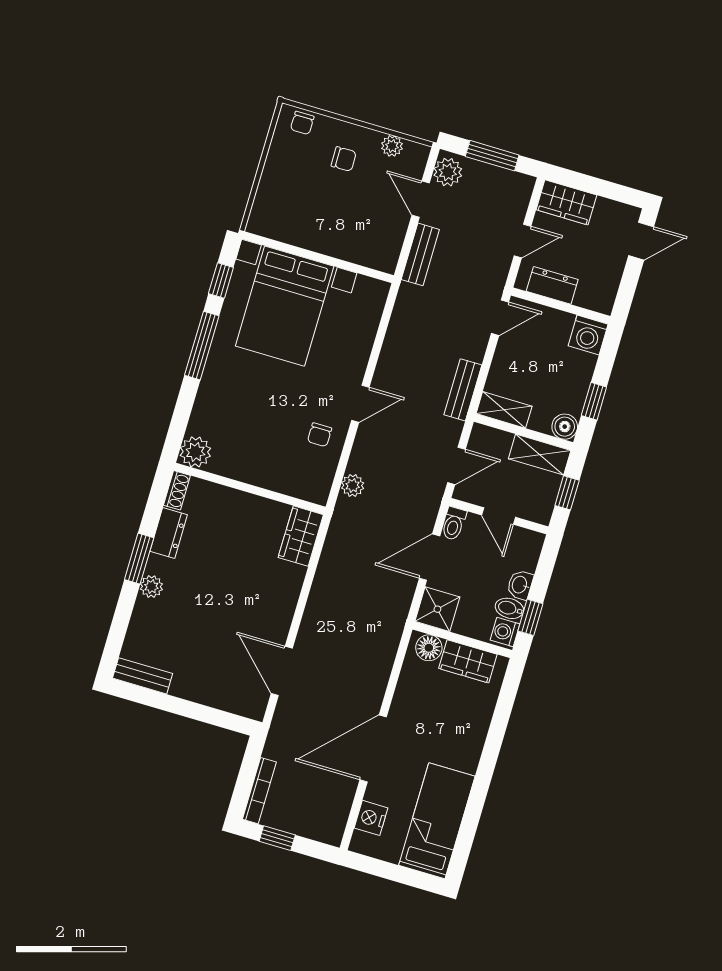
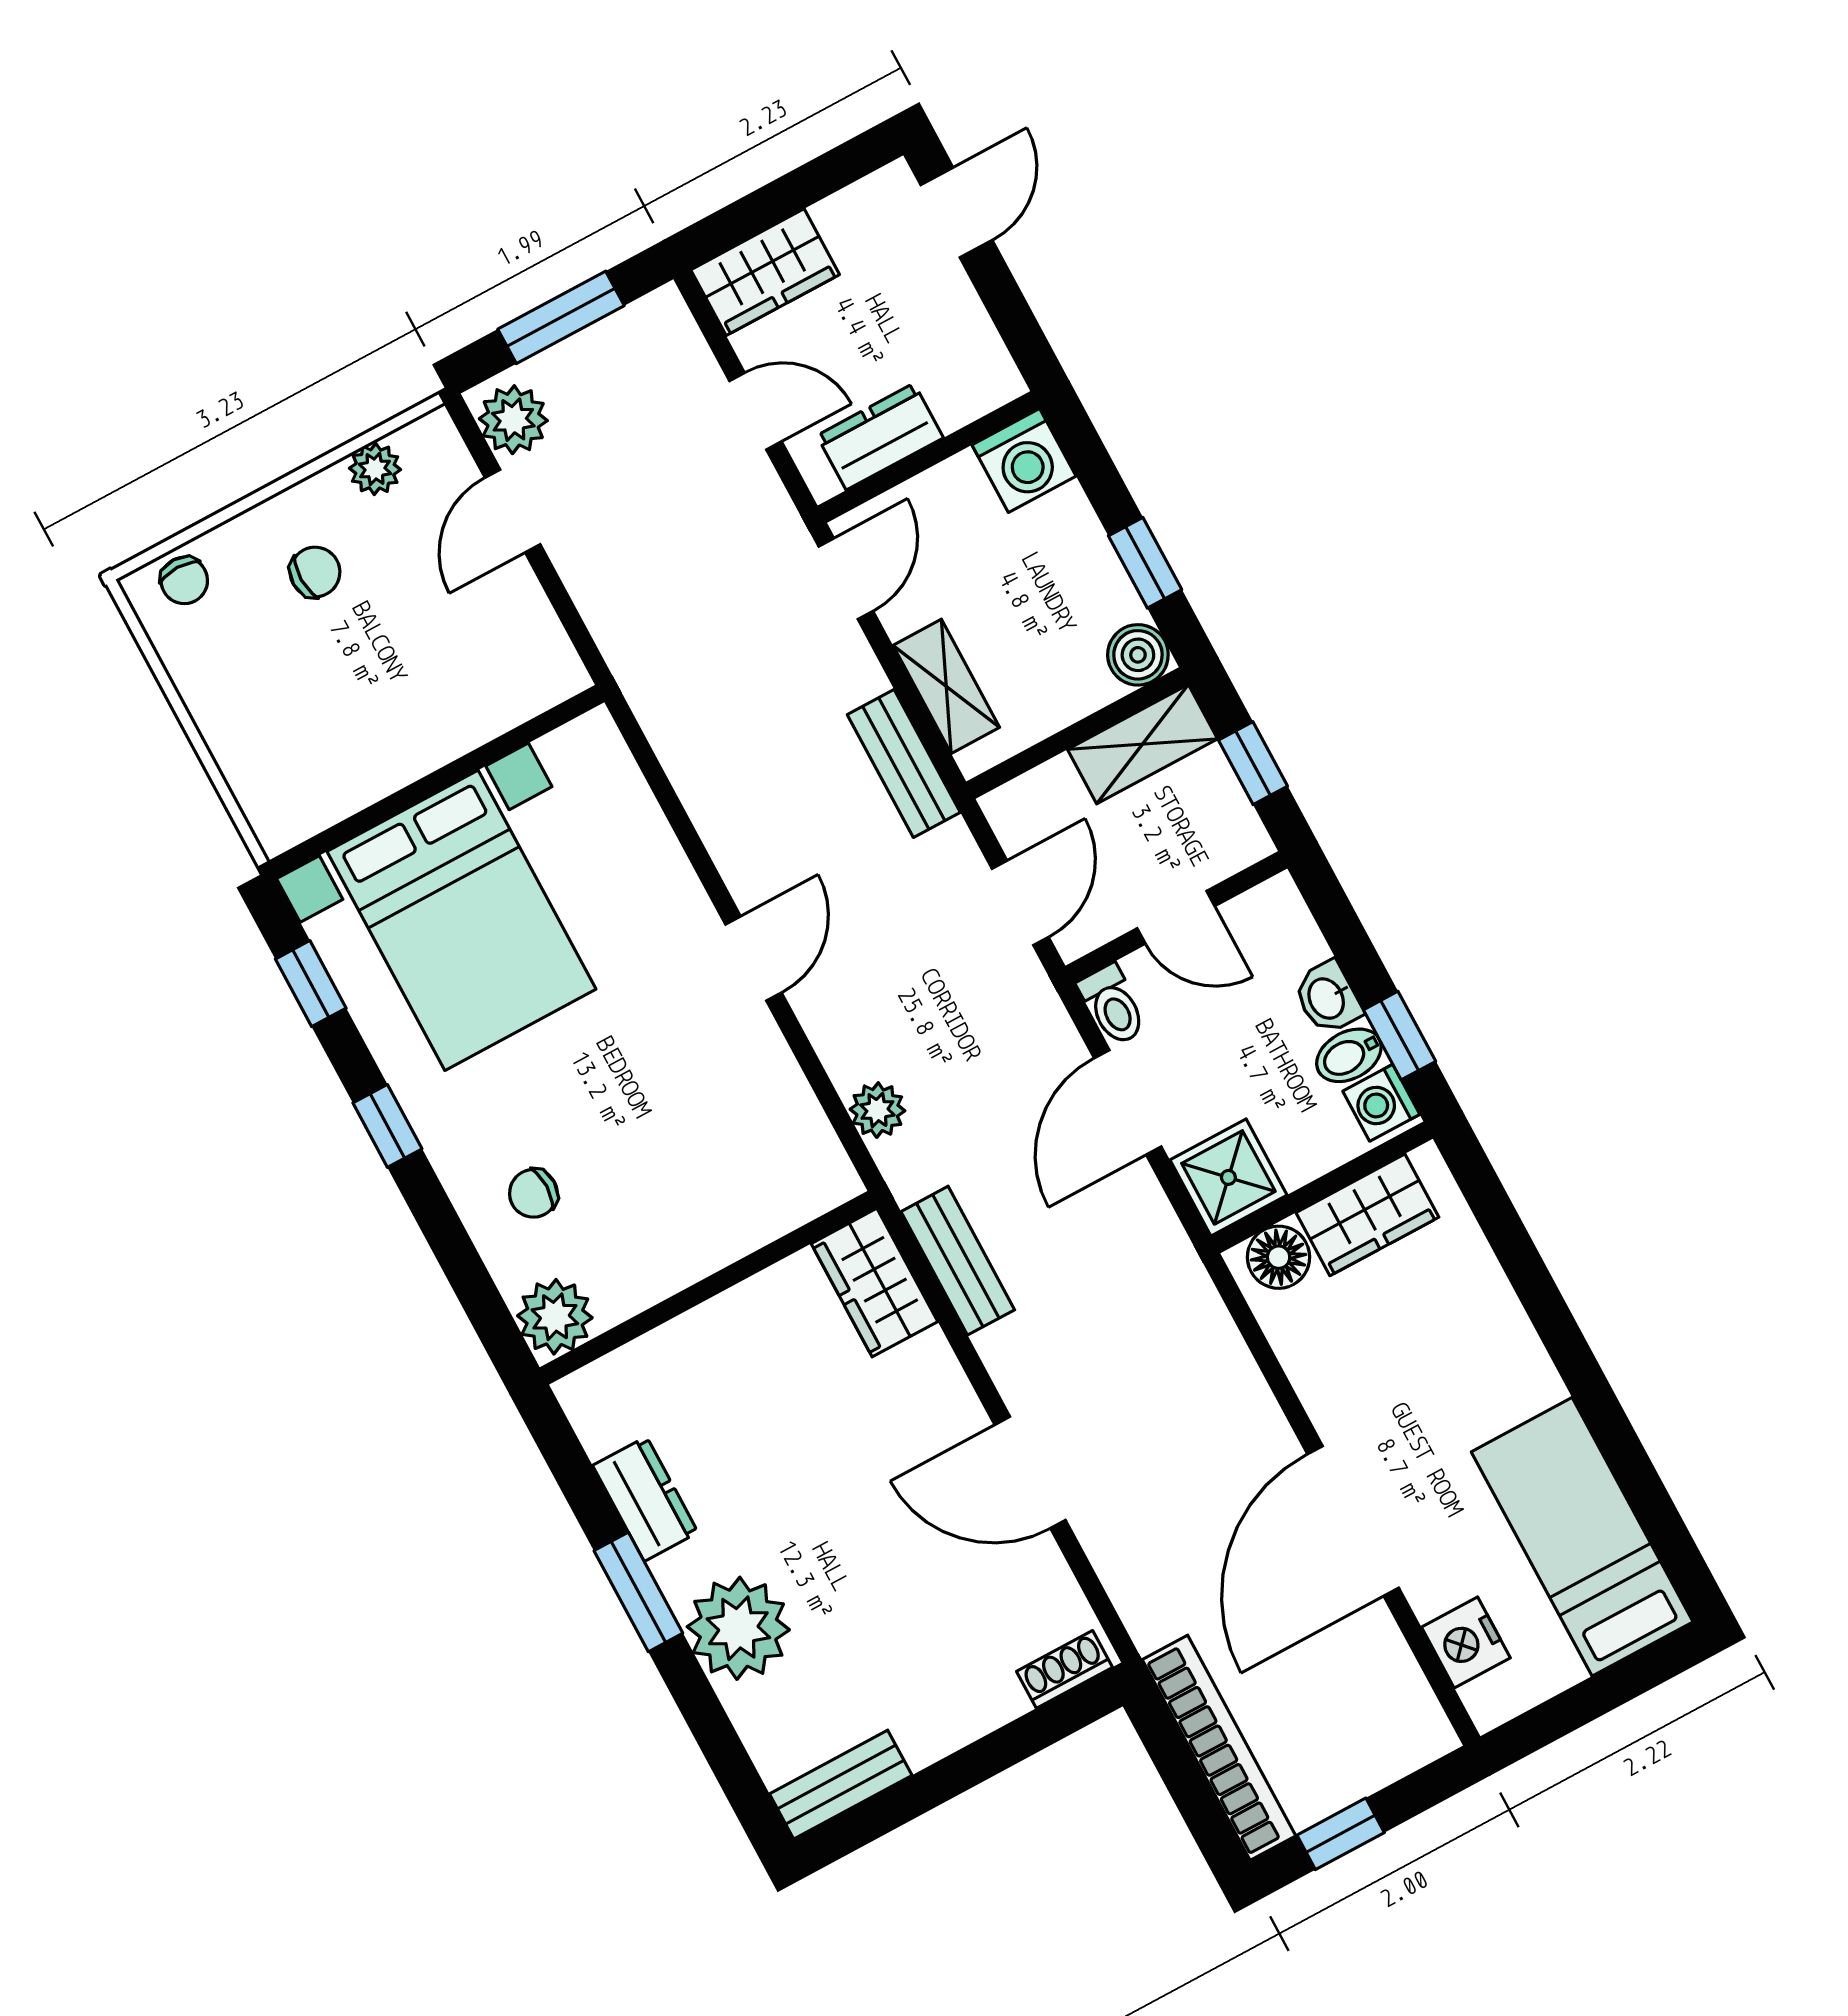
door: (421, 199) -> (513, 511), hinge flipped
door: (523, 241) -> (756, 411), hinge flipped
bench: (420, 254) -> (958, 1261), moved
window: (202, 346) -> (387, 1126), width x0.46
shelving: (504, 410) -> (946, 686), moved, turned 90
chair: (320, 435) -> (533, 1193), moved, turned 90
shoe rack: (177, 490) -> (1065, 1669), moved, turned -90
plant: (151, 587) -> (738, 1628), width x1.88, depth x1.88
door: (282, 671) -> (1030, 1472), moved
bookcase: (259, 791) -> (1219, 1748), width x1.48, depth x1.31

